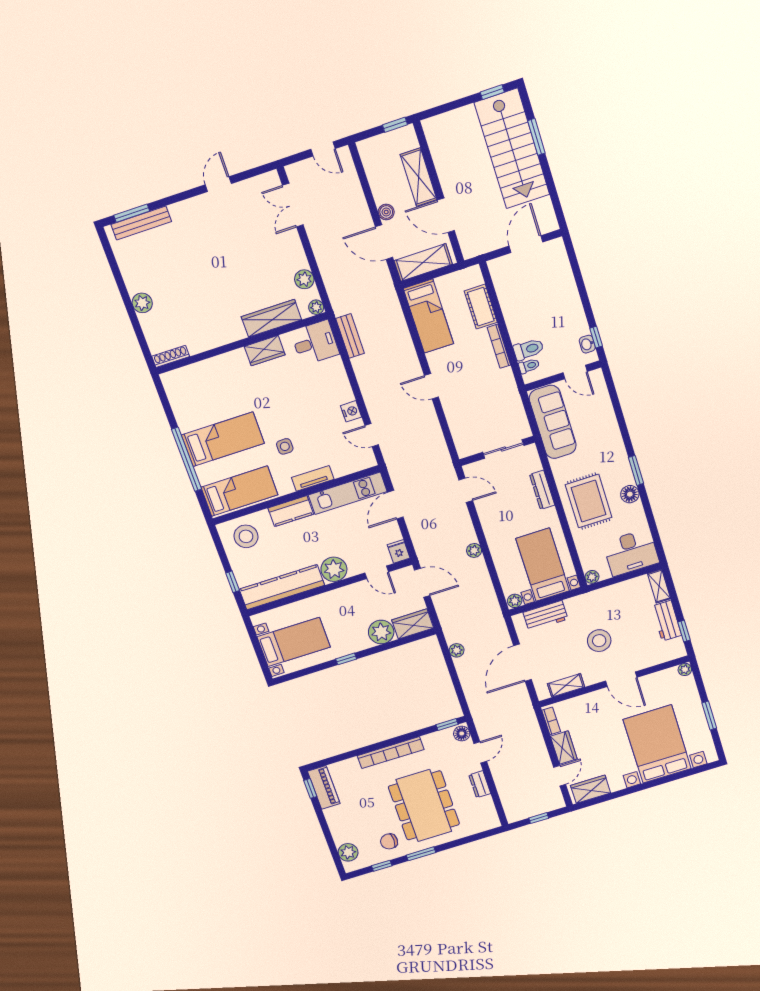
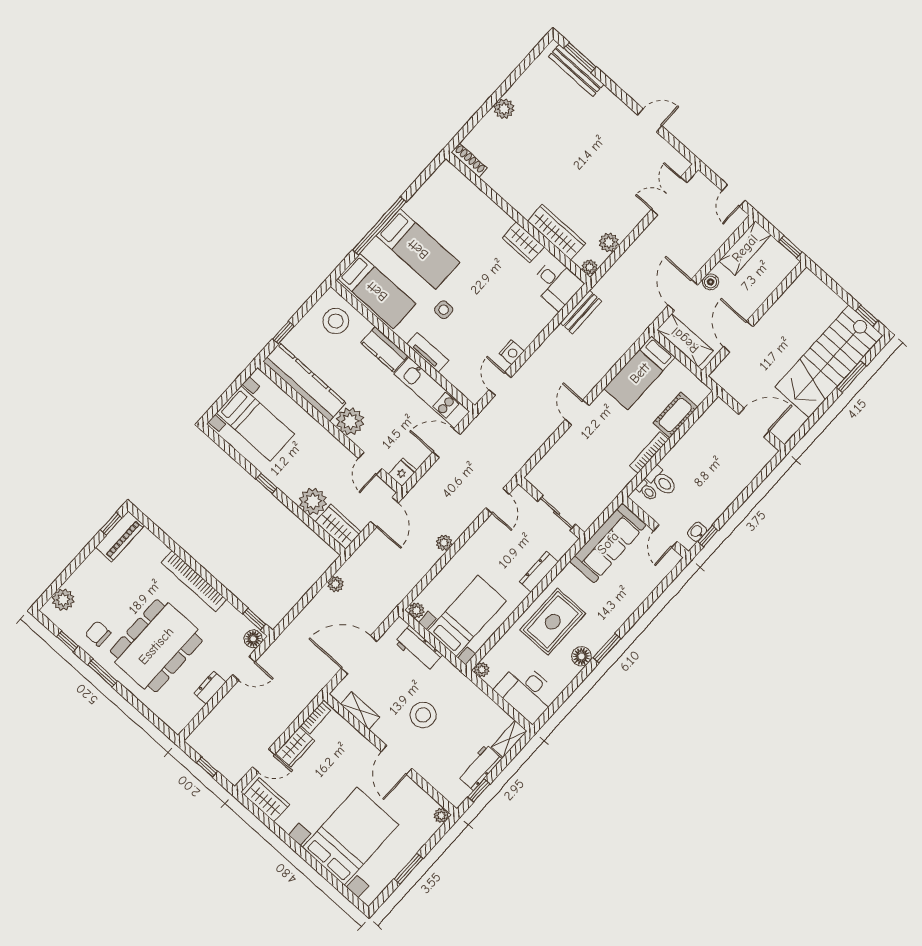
shelving: (419, 177) -> (745, 248), moved

